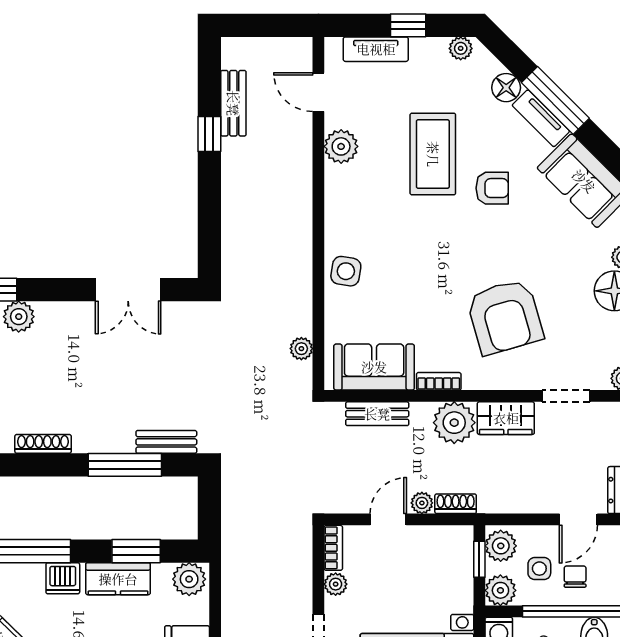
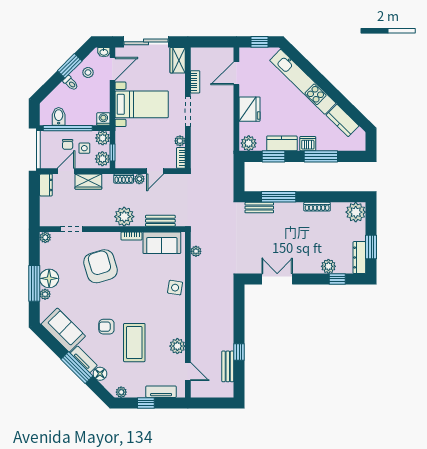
wardrobe: (506, 418) -> (88, 182), moved, turned 180

